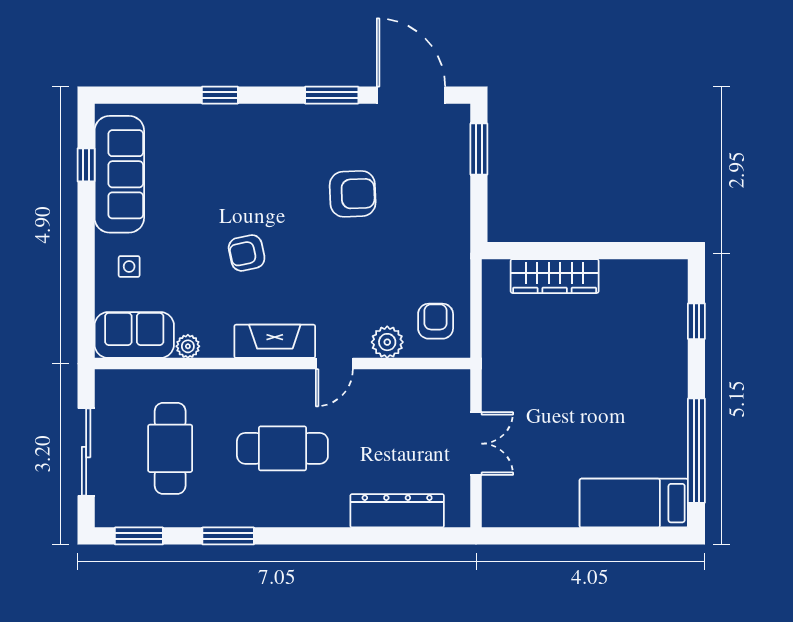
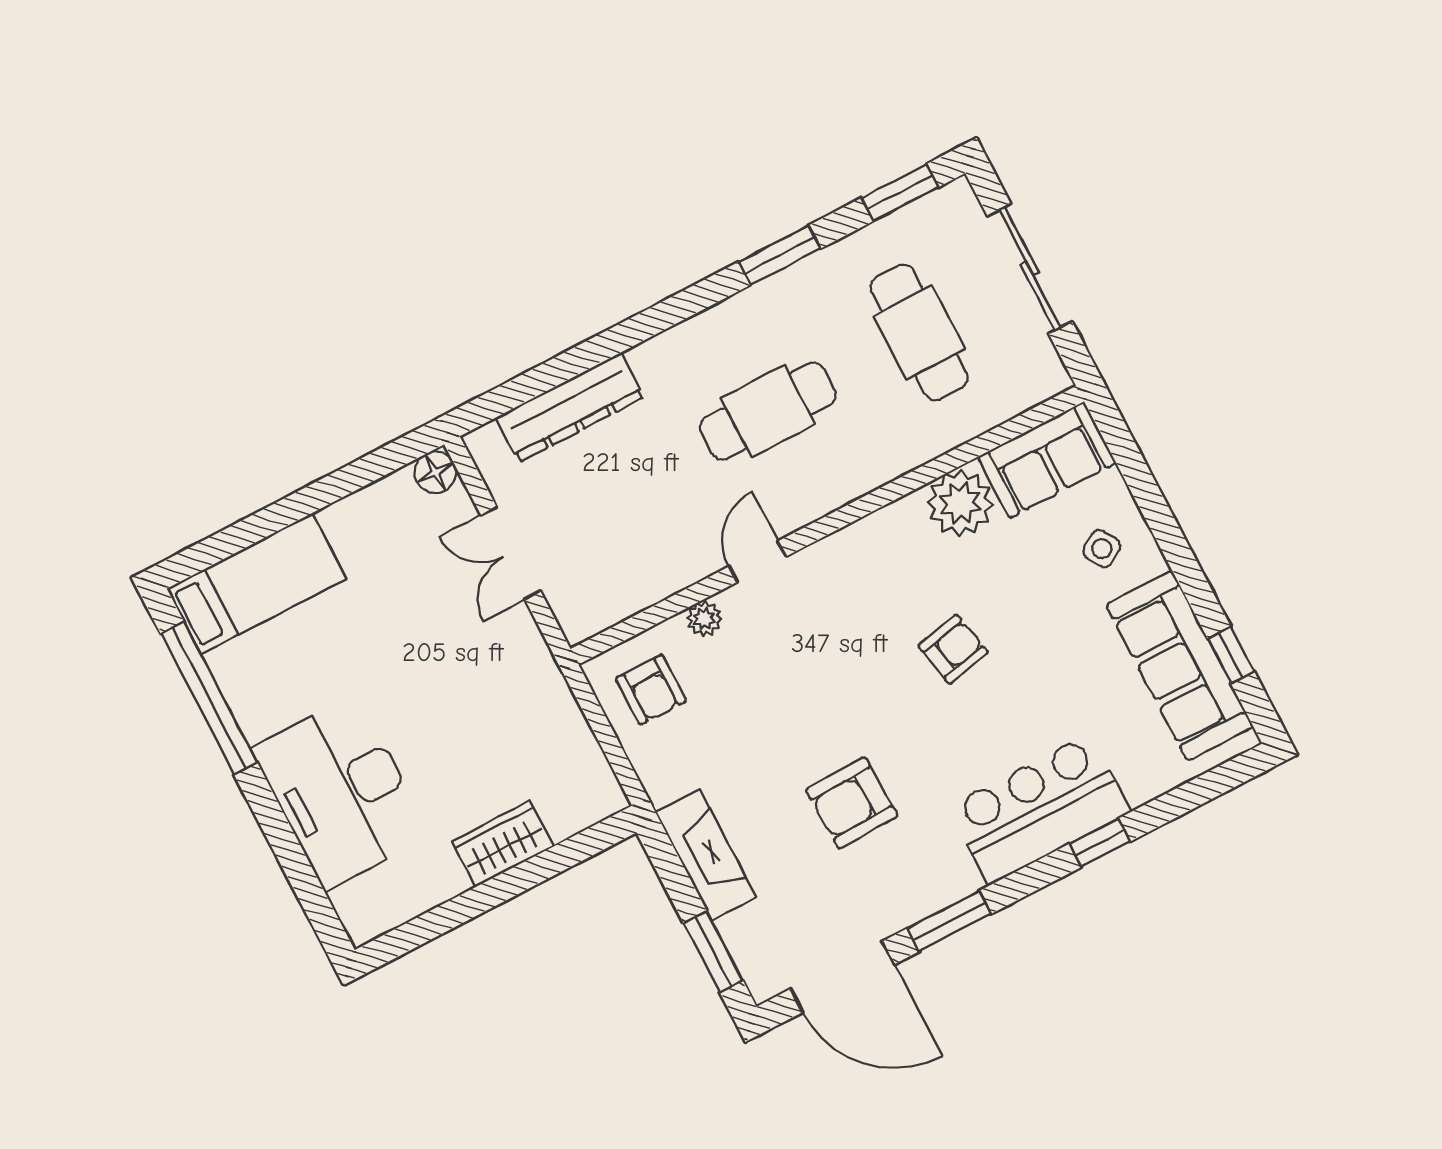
bar counter: (245, 133) -> (1039, 809), added
side table: (129, 266) -> (1102, 549), turned -32
wardrobe: (555, 276) -> (503, 844), width x0.67
window: (696, 321) -> (300, 872), removed
fireplace: (275, 341) -> (706, 855), moved, turned -90
plant: (387, 342) -> (704, 619), width x0.73, depth x0.73
plant: (188, 346) -> (960, 503), width x1.88, depth x1.88
desk: (648, 356) -> (341, 792), added
floor lamp: (495, 514) -> (435, 472), added

